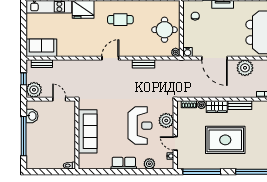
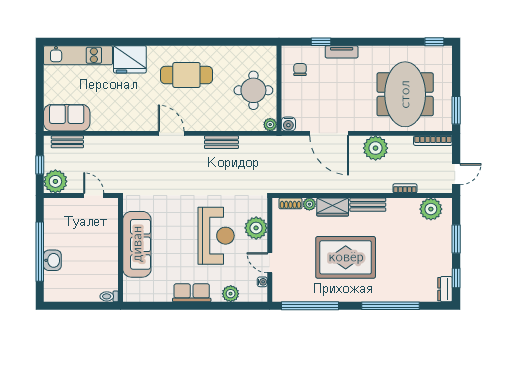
cafe table: (120, 20) -> (186, 75), width x1.37, depth x1.35
door: (110, 58) -> (171, 133), hinge flipped
washbasin: (32, 116) -> (52, 260), moved

